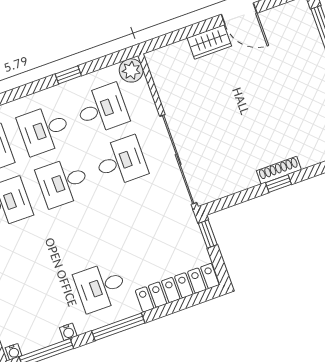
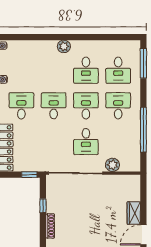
plant: (131, 70) -> (113, 165), moved
window: (68, 75) -> (143, 130), width x3.17
desk: (102, 109) -> (54, 106), moved, turned 180
window: (279, 184) -> (43, 206), moved

